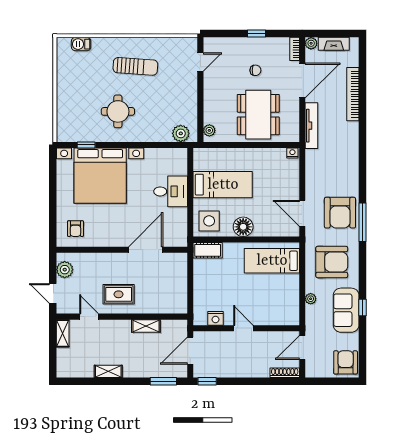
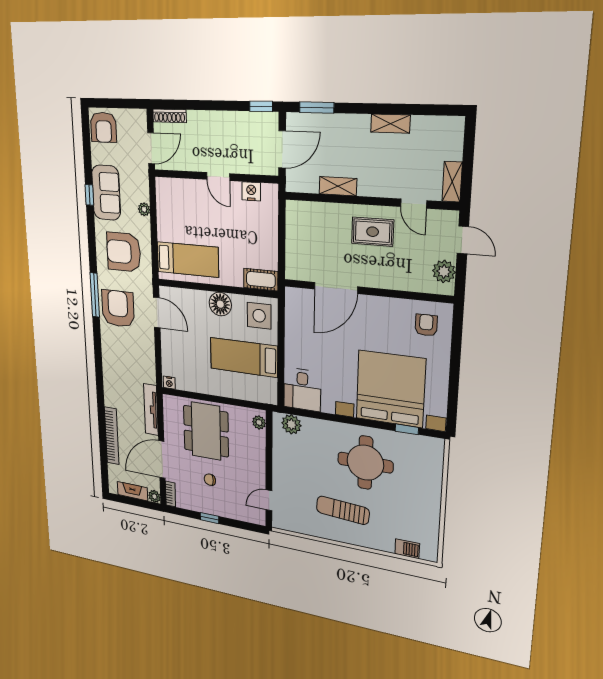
round table: (118, 111) -> (365, 463), width x1.36, depth x1.36
desk: (171, 191) -> (302, 390), moved, turned -90

